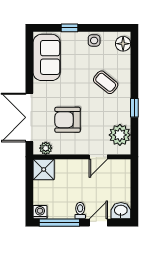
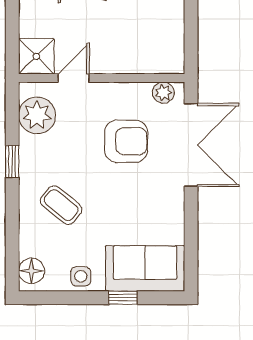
sofa: (47, 57) -> (145, 268), moved, turned 90
shower: (44, 169) -> (36, 56), moved

